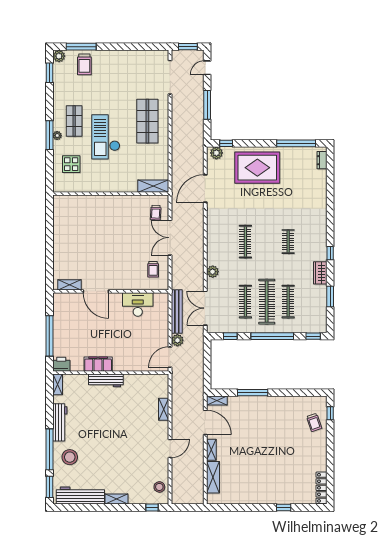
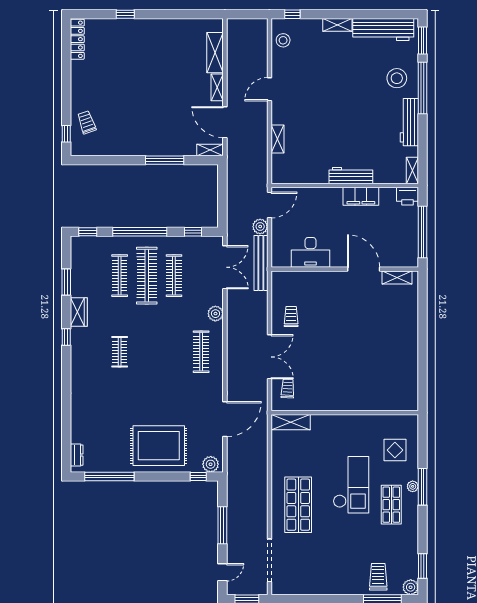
clothes rail: (245, 242) -> (201, 352), moved
shelving: (70, 285) -> (397, 277), moved
door: (96, 291) -> (364, 269), moved
wall: (111, 291) -> (345, 269), moved
desk: (138, 304) -> (311, 252), moved

